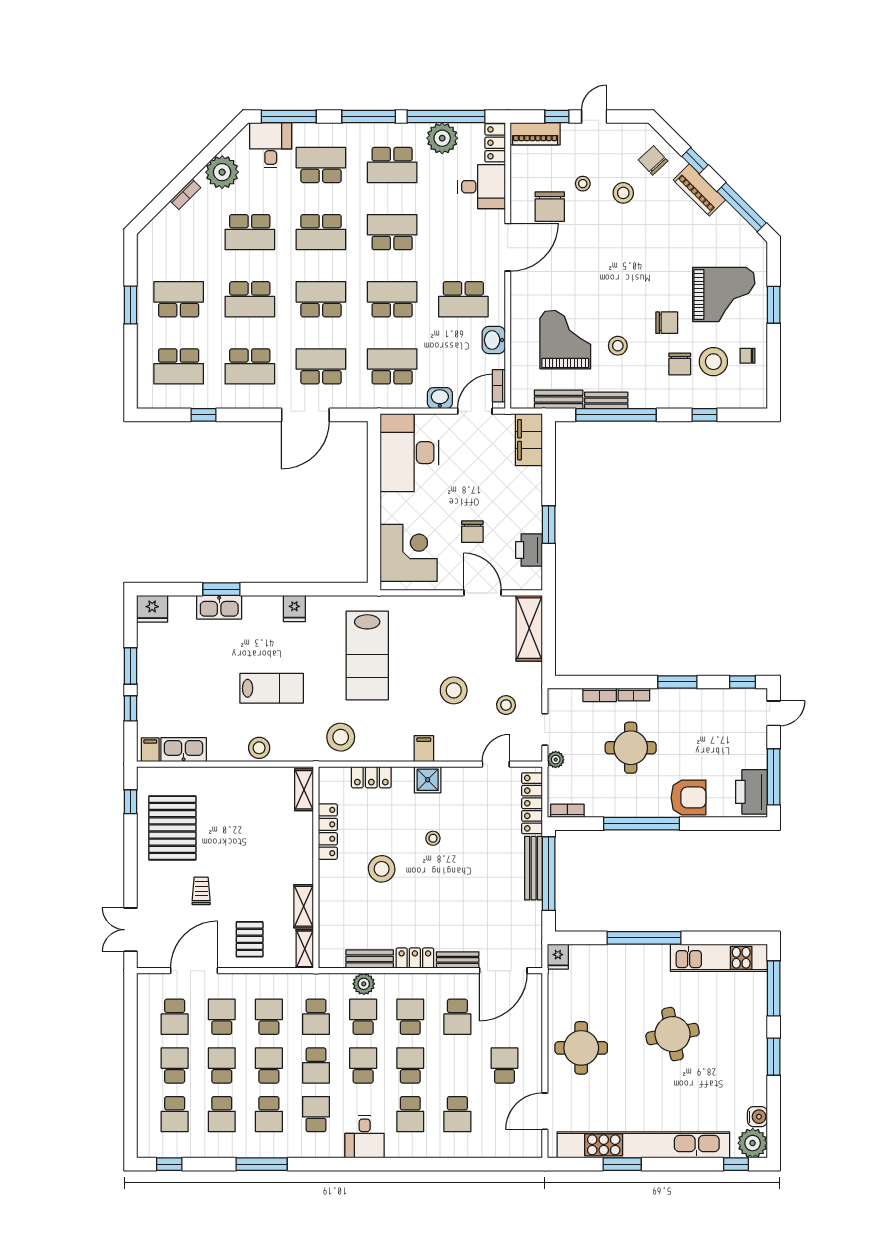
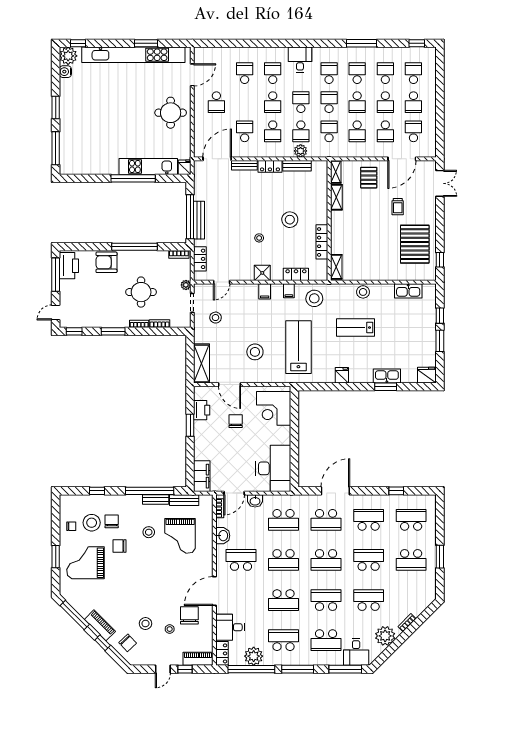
stool: (454, 690) -> (255, 352), moved
filing cabinet: (150, 750) -> (289, 291), moved
locker: (532, 803) -> (200, 259), width x0.66
kitchen unit: (719, 958) -> (148, 167), moved
round table: (673, 1034) -> (116, 121), removed
school desk: (363, 1065) -> (301, 102), turned 180
school desk: (316, 1114) -> (329, 73), turned 180

